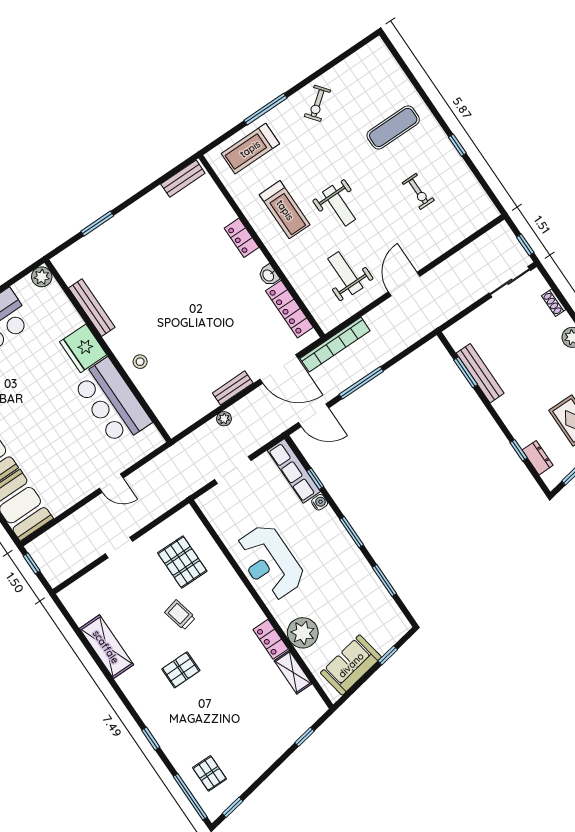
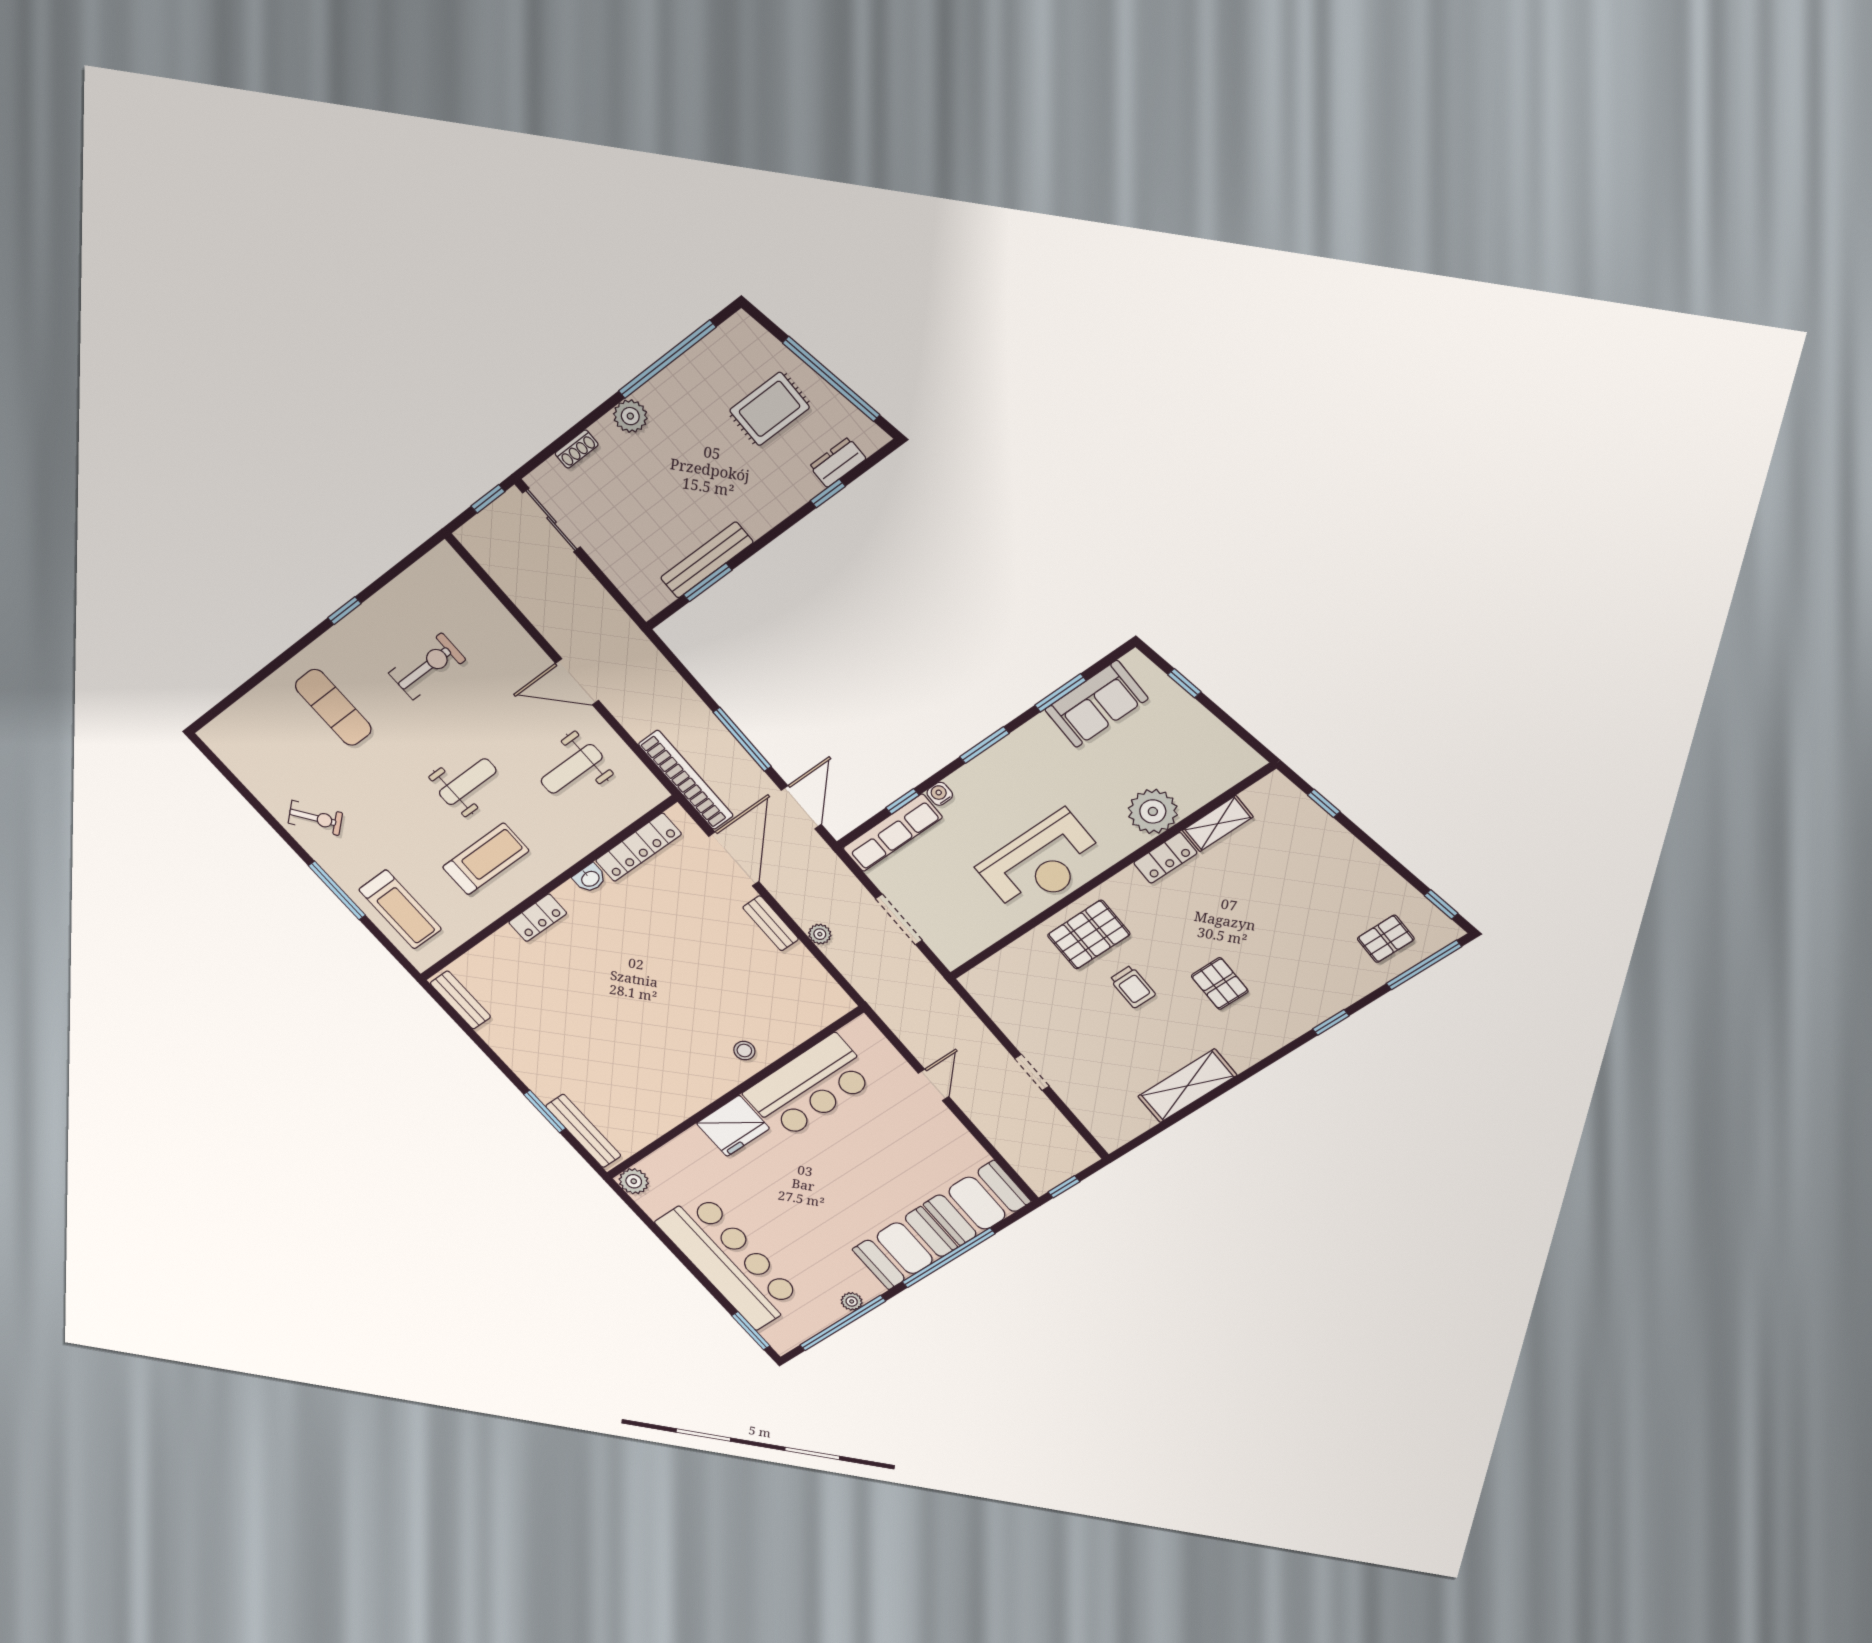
exercise bike: (418, 191) -> (427, 666), width x1.38, depth x1.39
bench: (92, 308) -> (583, 1131), moved, turned 90
pallet: (182, 562) -> (1089, 935), moved
trolley: (180, 615) -> (1133, 987), turned -77
sofa: (351, 665) -> (1096, 704), moved, turned -80

